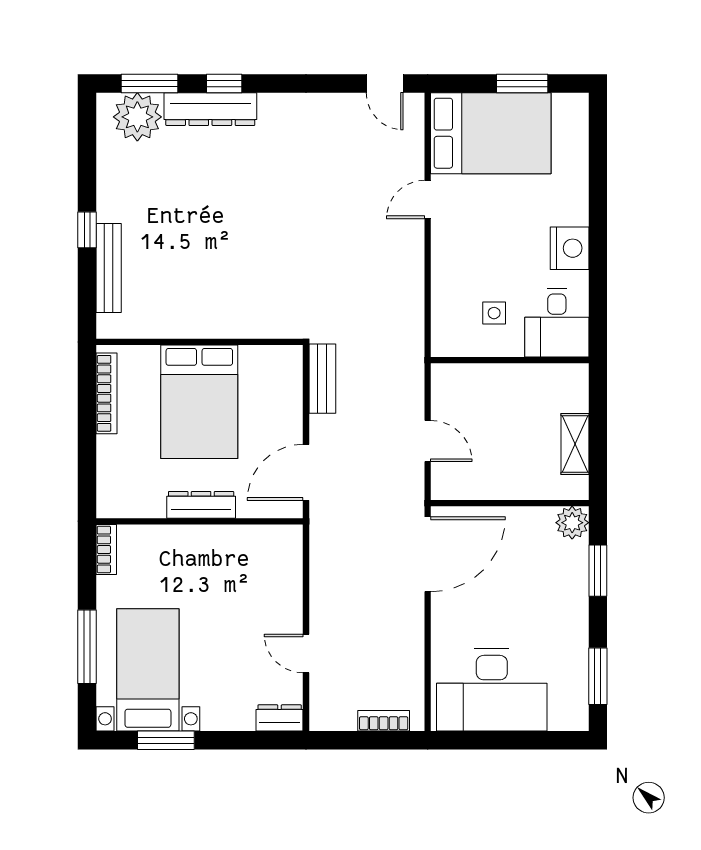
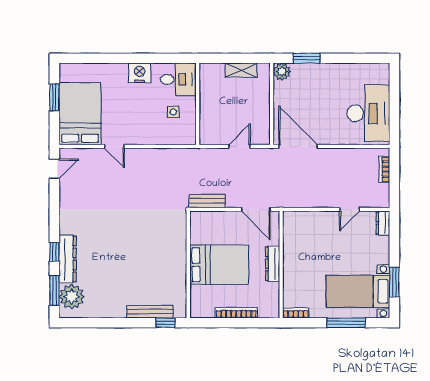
window: (87, 230) -> (165, 323), moved
bookcase: (107, 393) -> (236, 313), moved
window: (598, 676) -> (361, 58), removed

